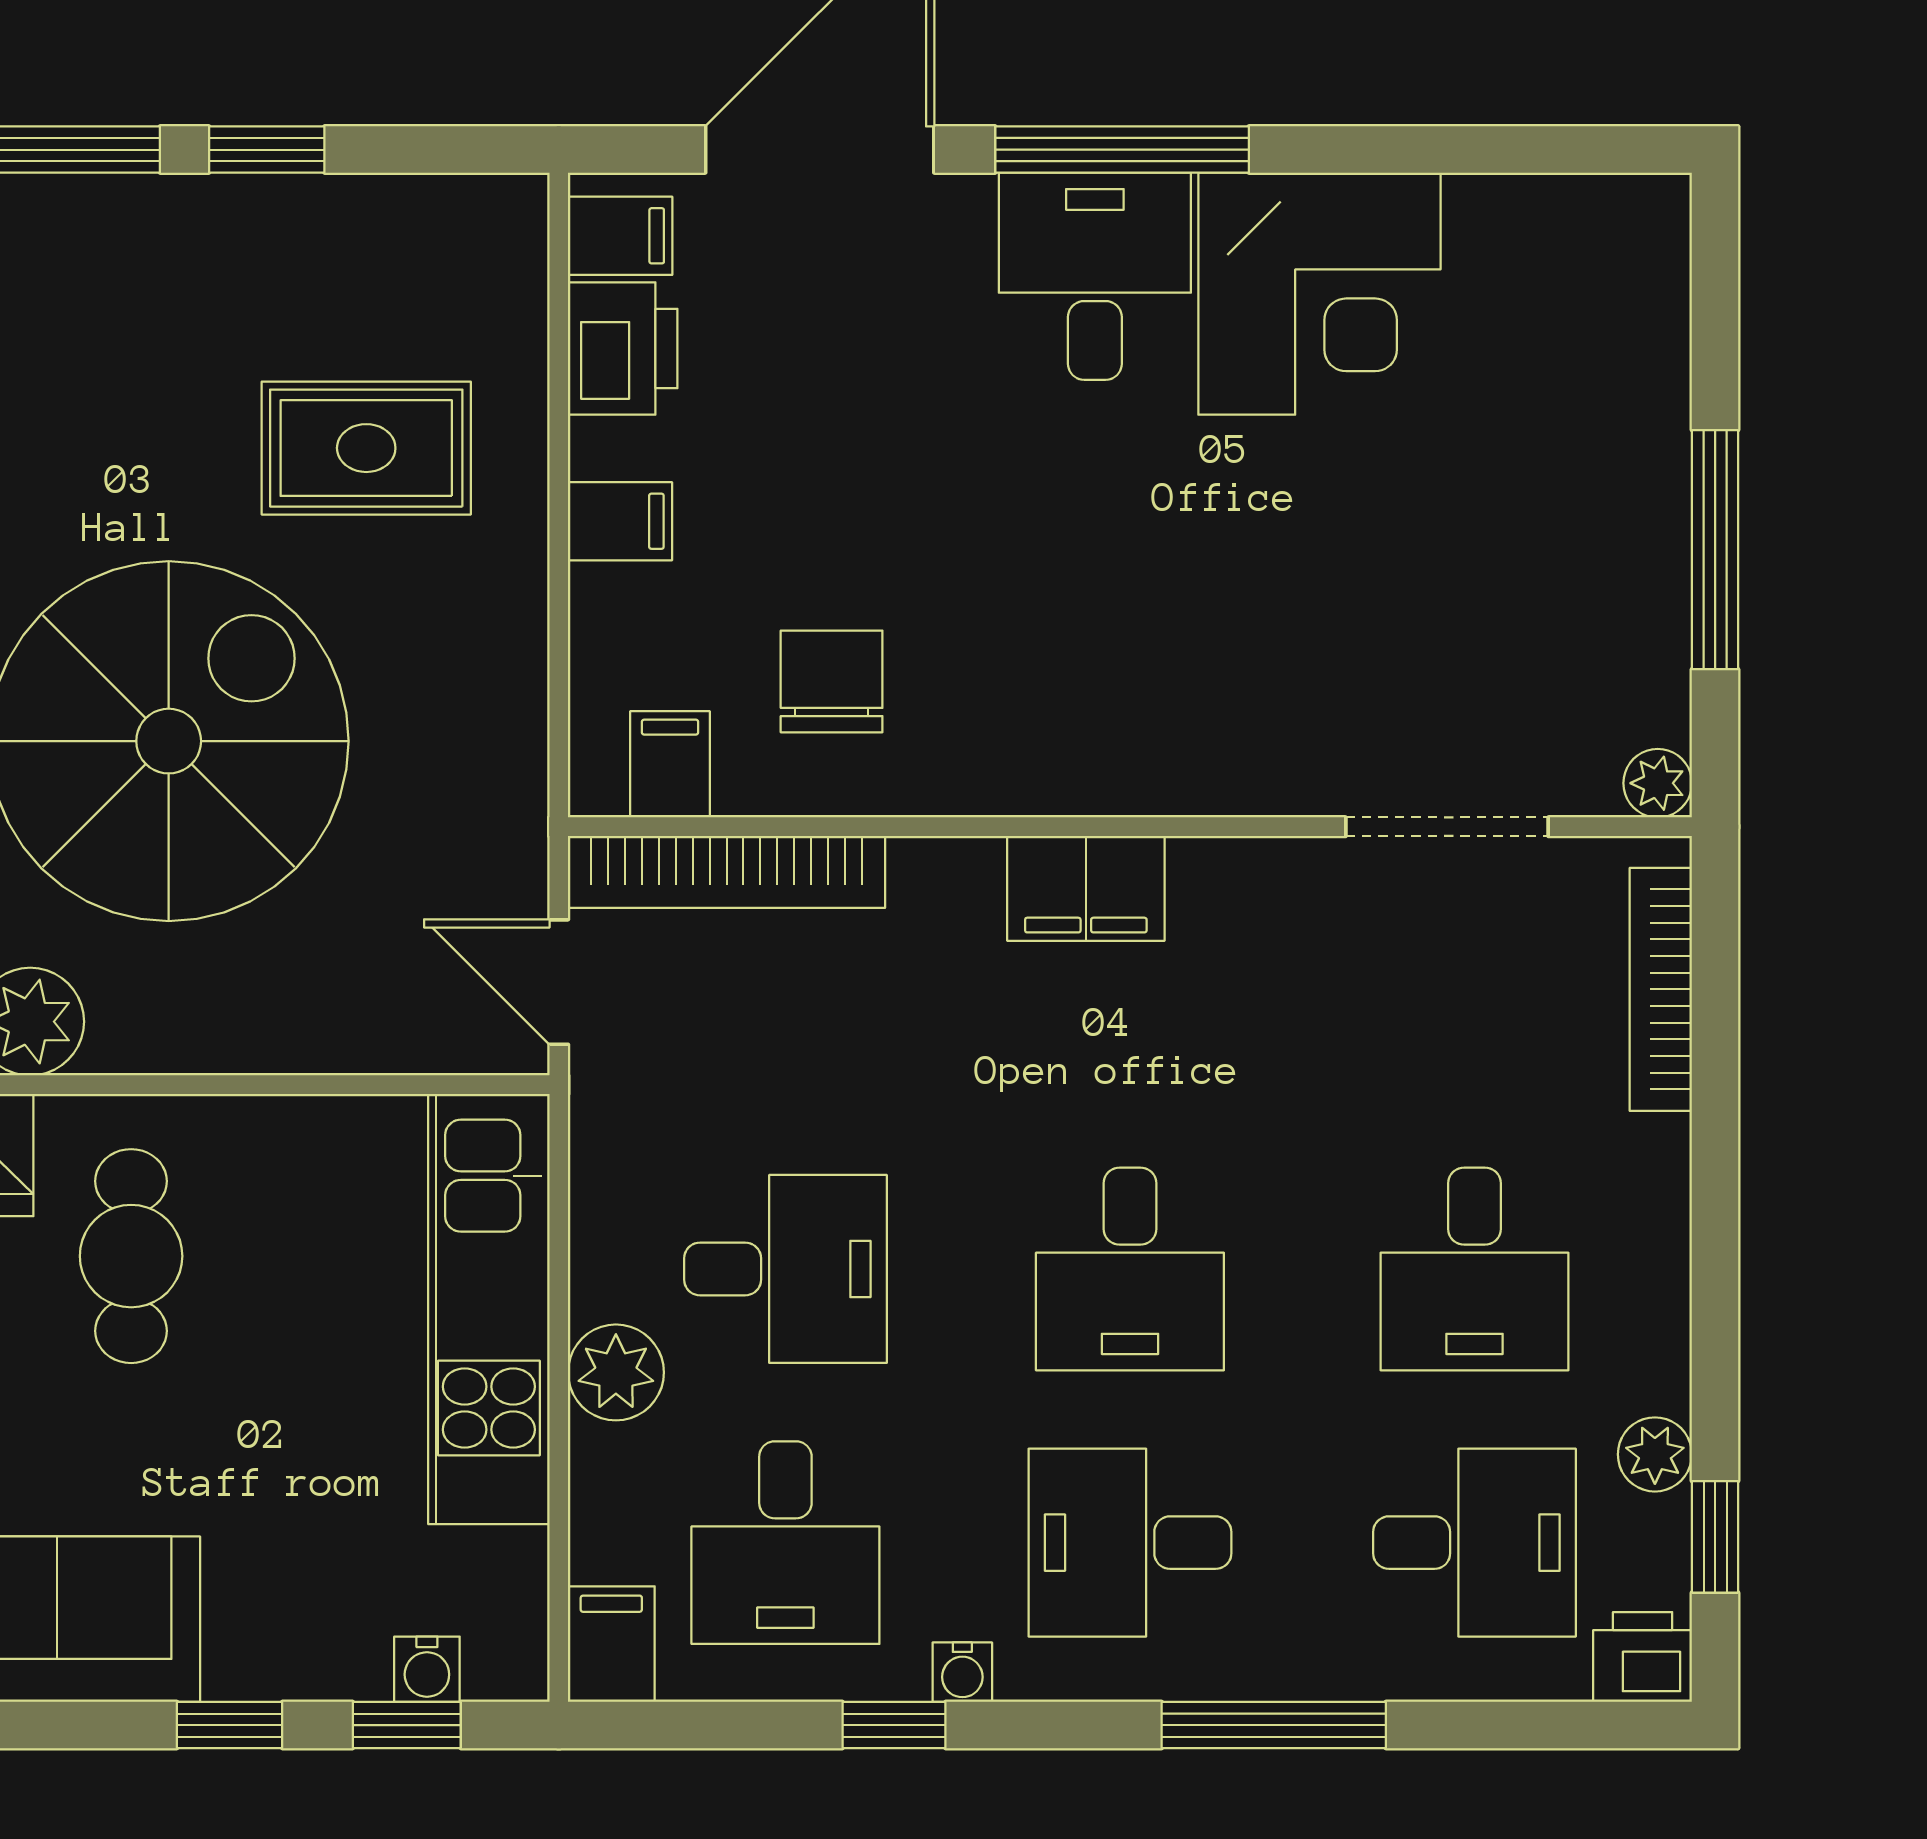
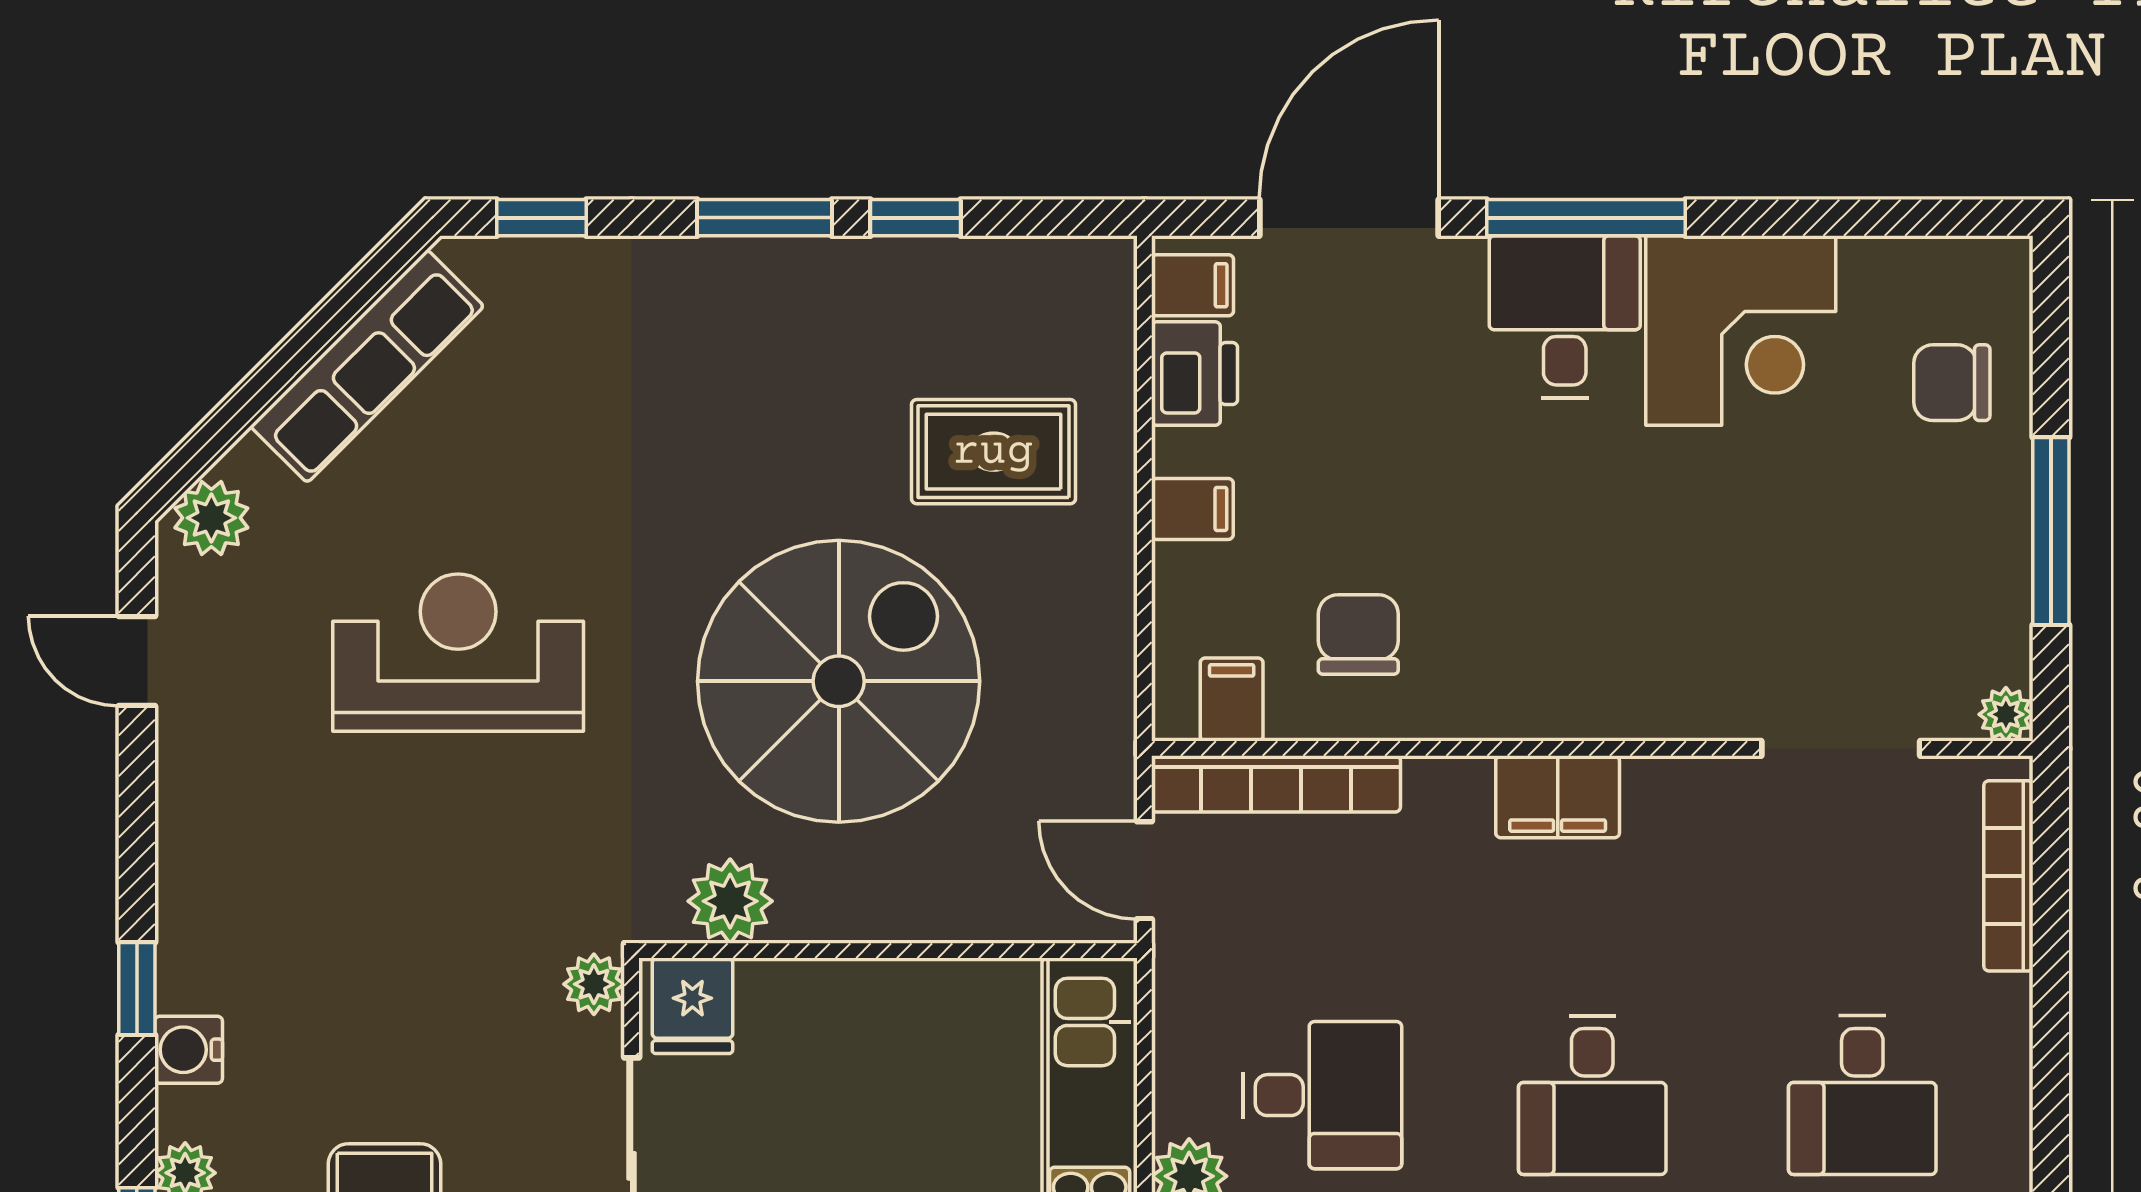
chair: (1589, 360) -> (1952, 383), added
cafe table: (131, 1256) -> (809, 1085), removed

